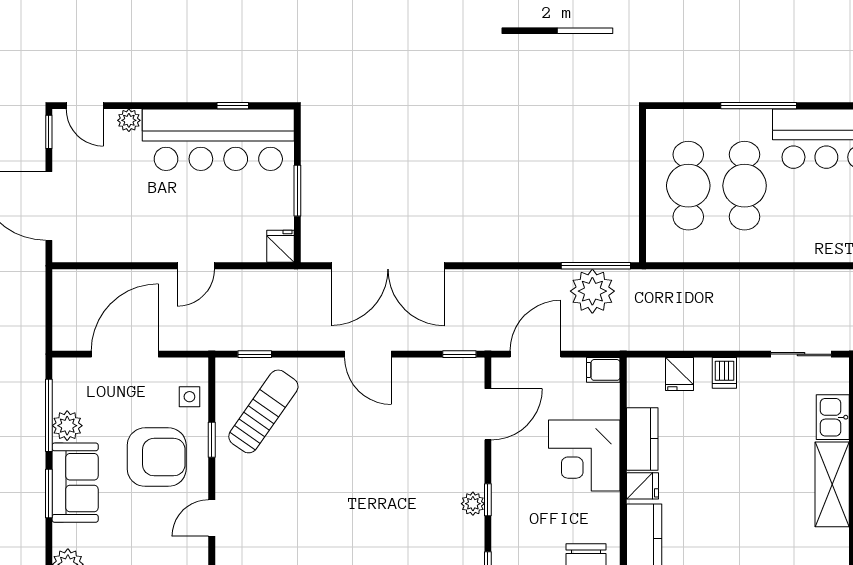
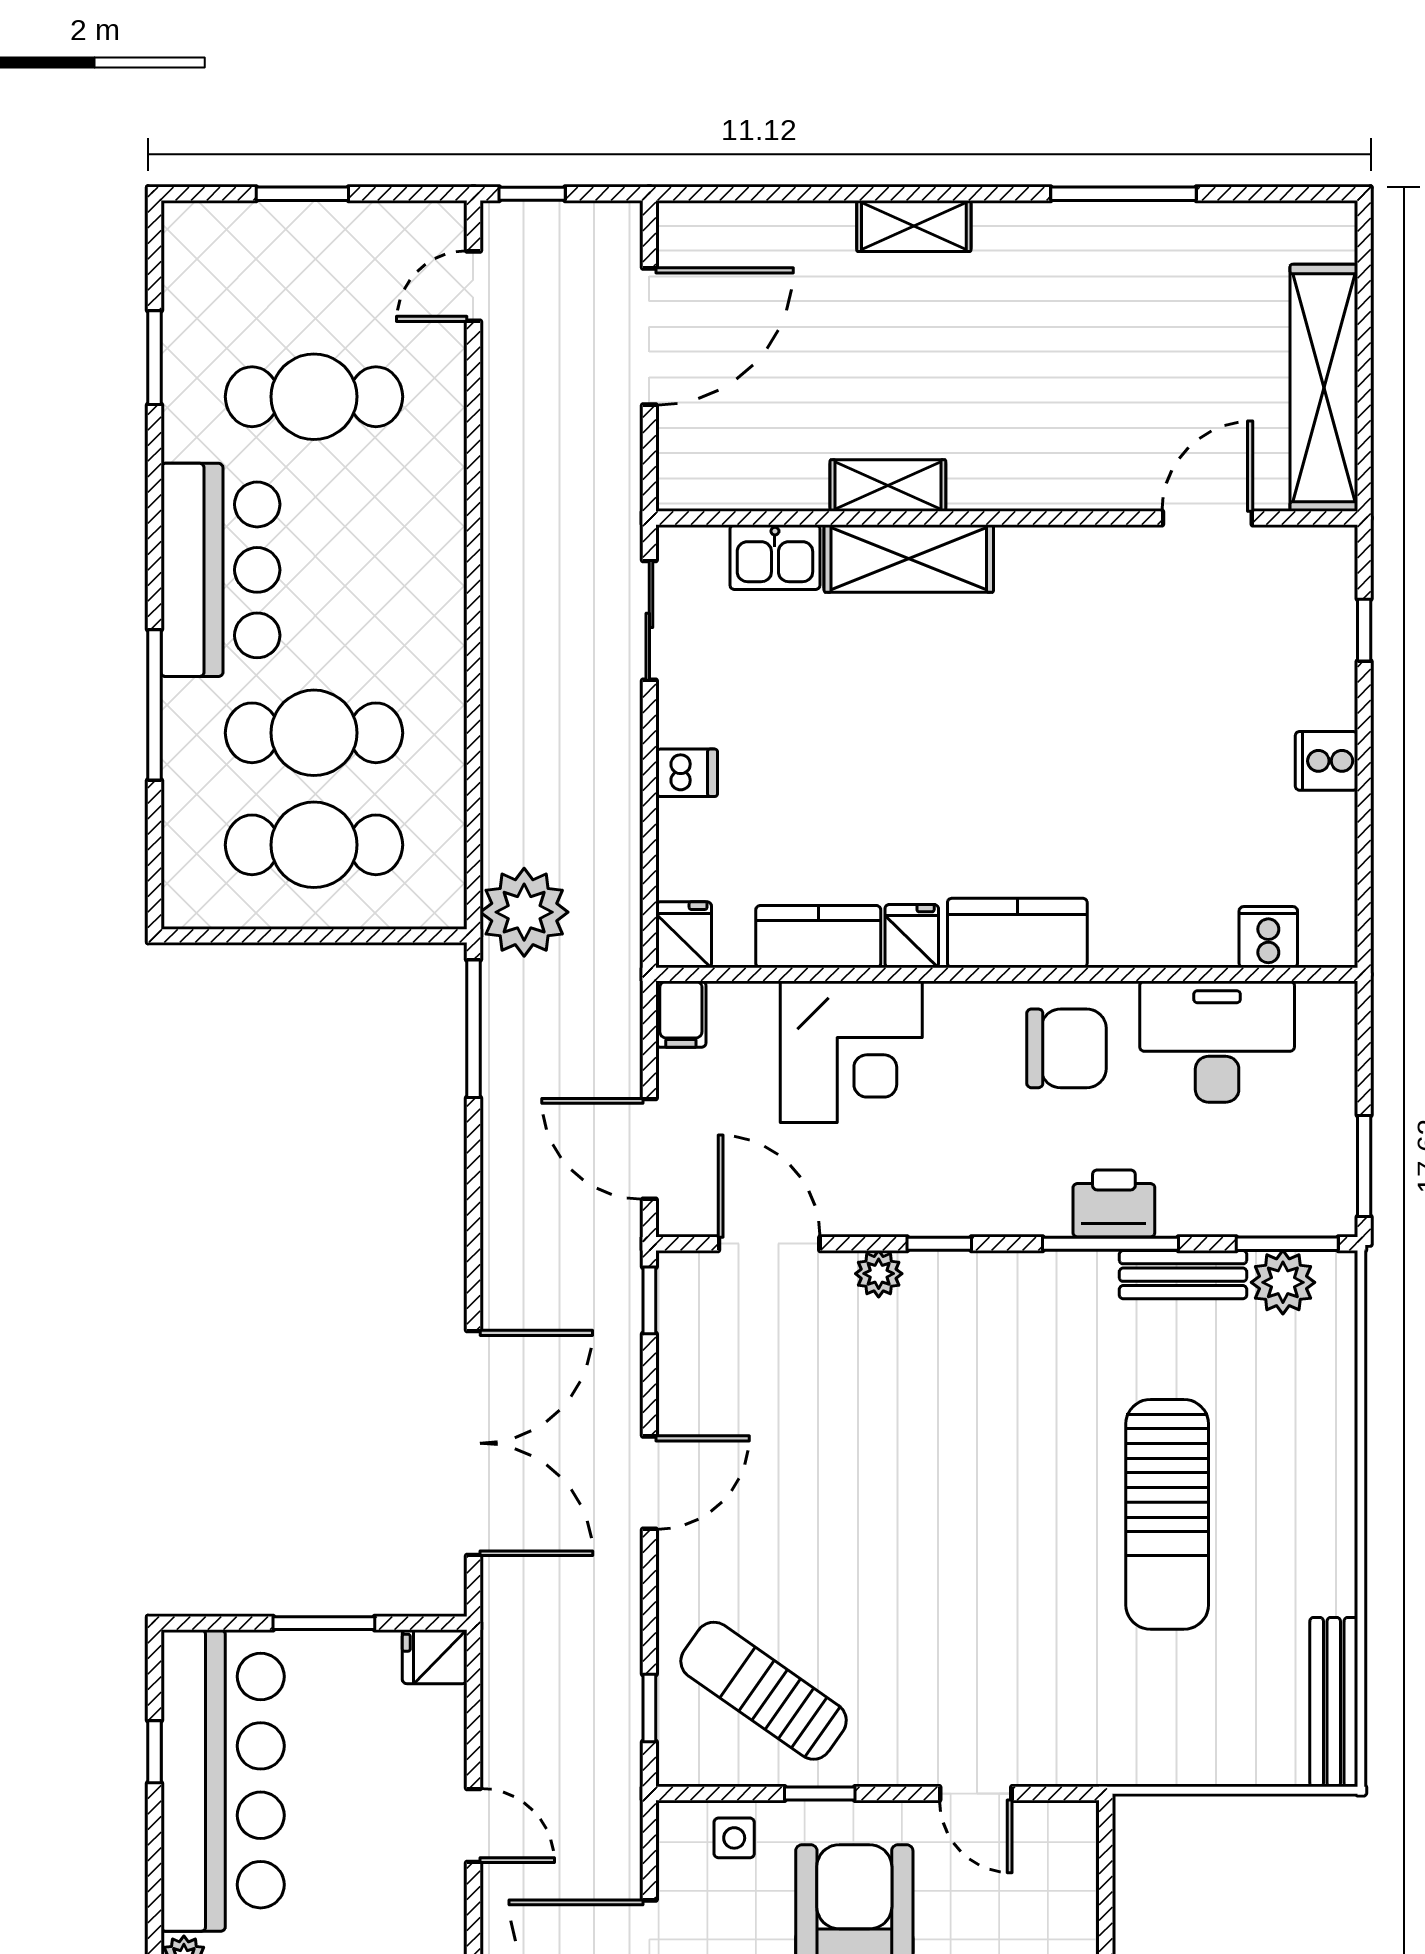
plant: (592, 291) -> (524, 912), moved
fridge: (680, 374) -> (684, 935), moved, turned -90
plant: (473, 504) -> (879, 1274), moved

